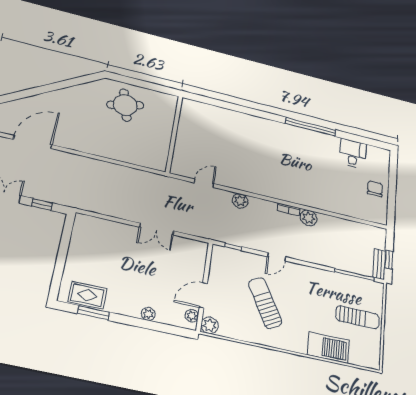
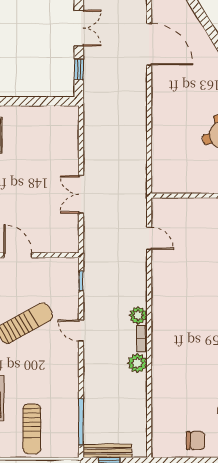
plant: (240, 201) -> (138, 315), moved
bench: (379, 264) -> (107, 451), width x1.36

